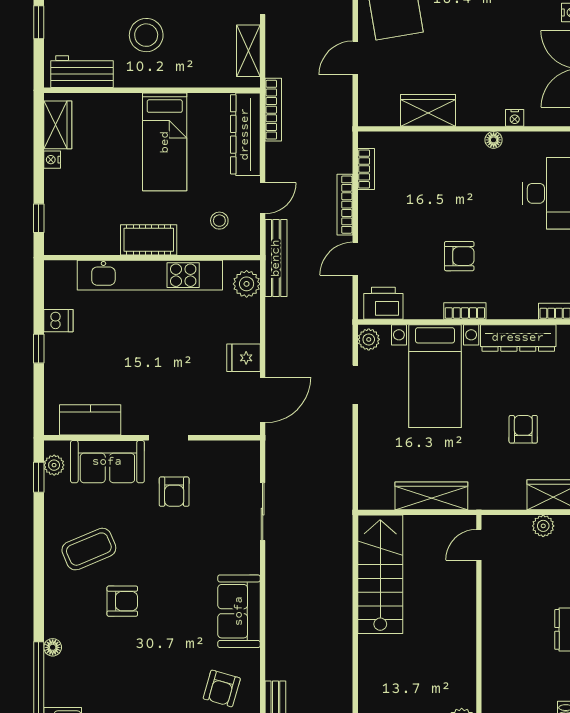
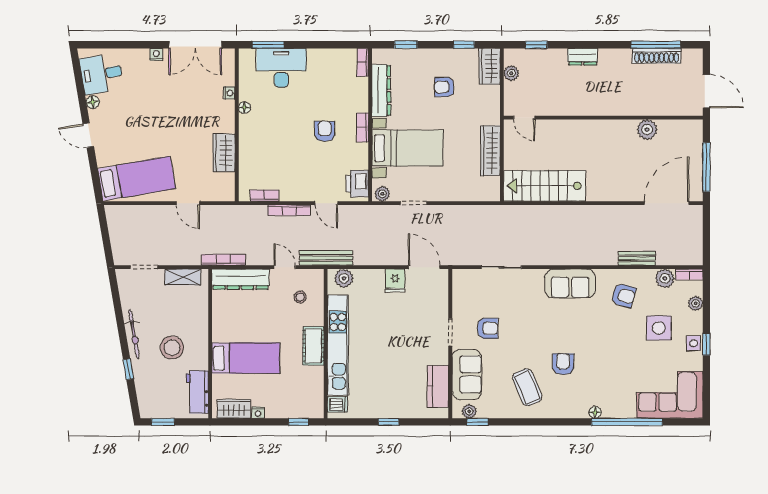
bed: (165, 142) -> (246, 358), moved
dishwasher: (58, 321) -> (338, 404), moved, turned 90

